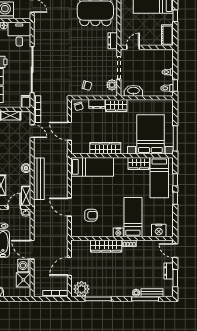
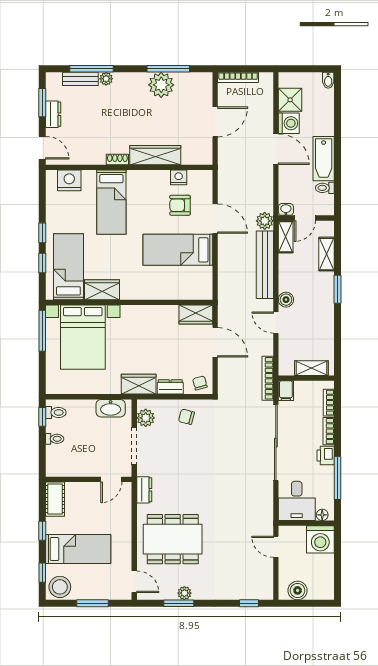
door: (32, 131) -> (276, 323), moved
wardrobe: (105, 148) -> (196, 315), moved, width x0.67
bed: (92, 167) -> (178, 250), moved
boiler: (26, 168) -> (286, 300), moved
plant: (39, 206) -> (265, 221), added
nightstand: (118, 232) -> (179, 177), moved
plant: (81, 289) -> (161, 85), moved

